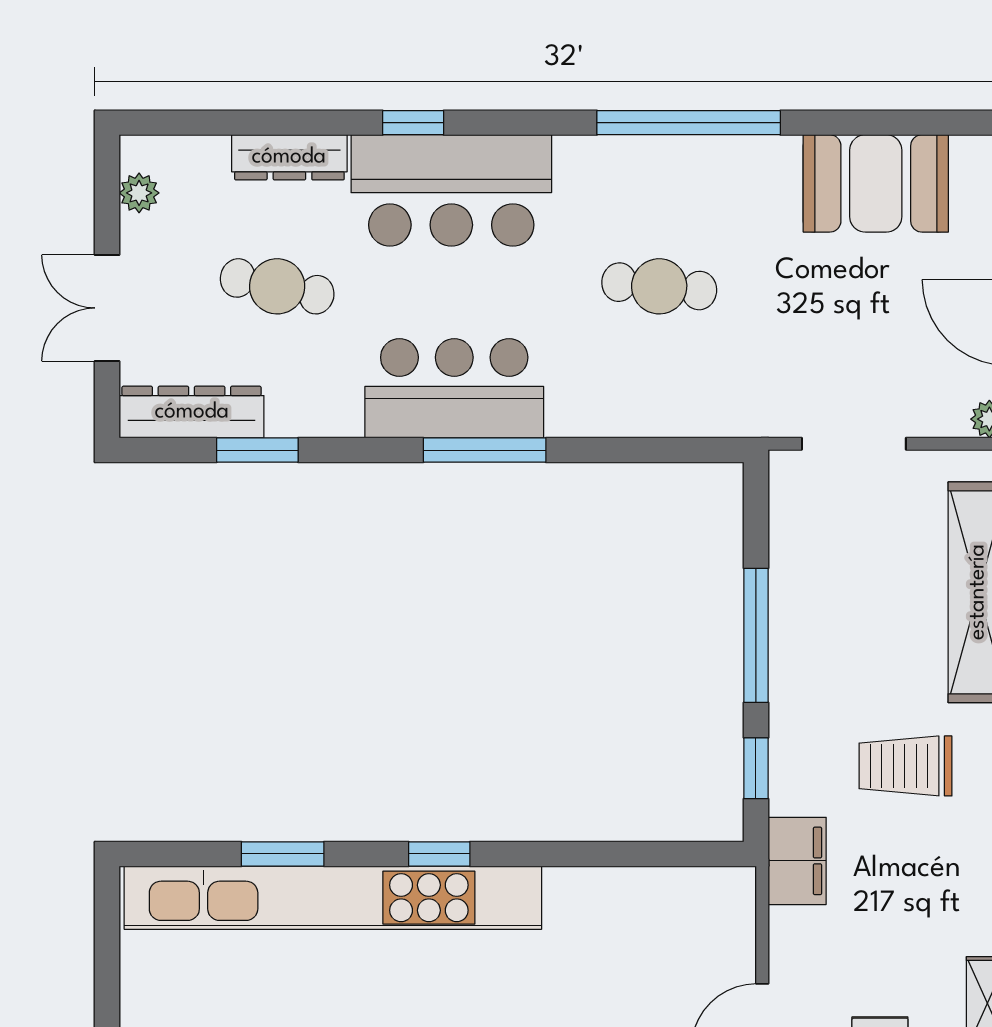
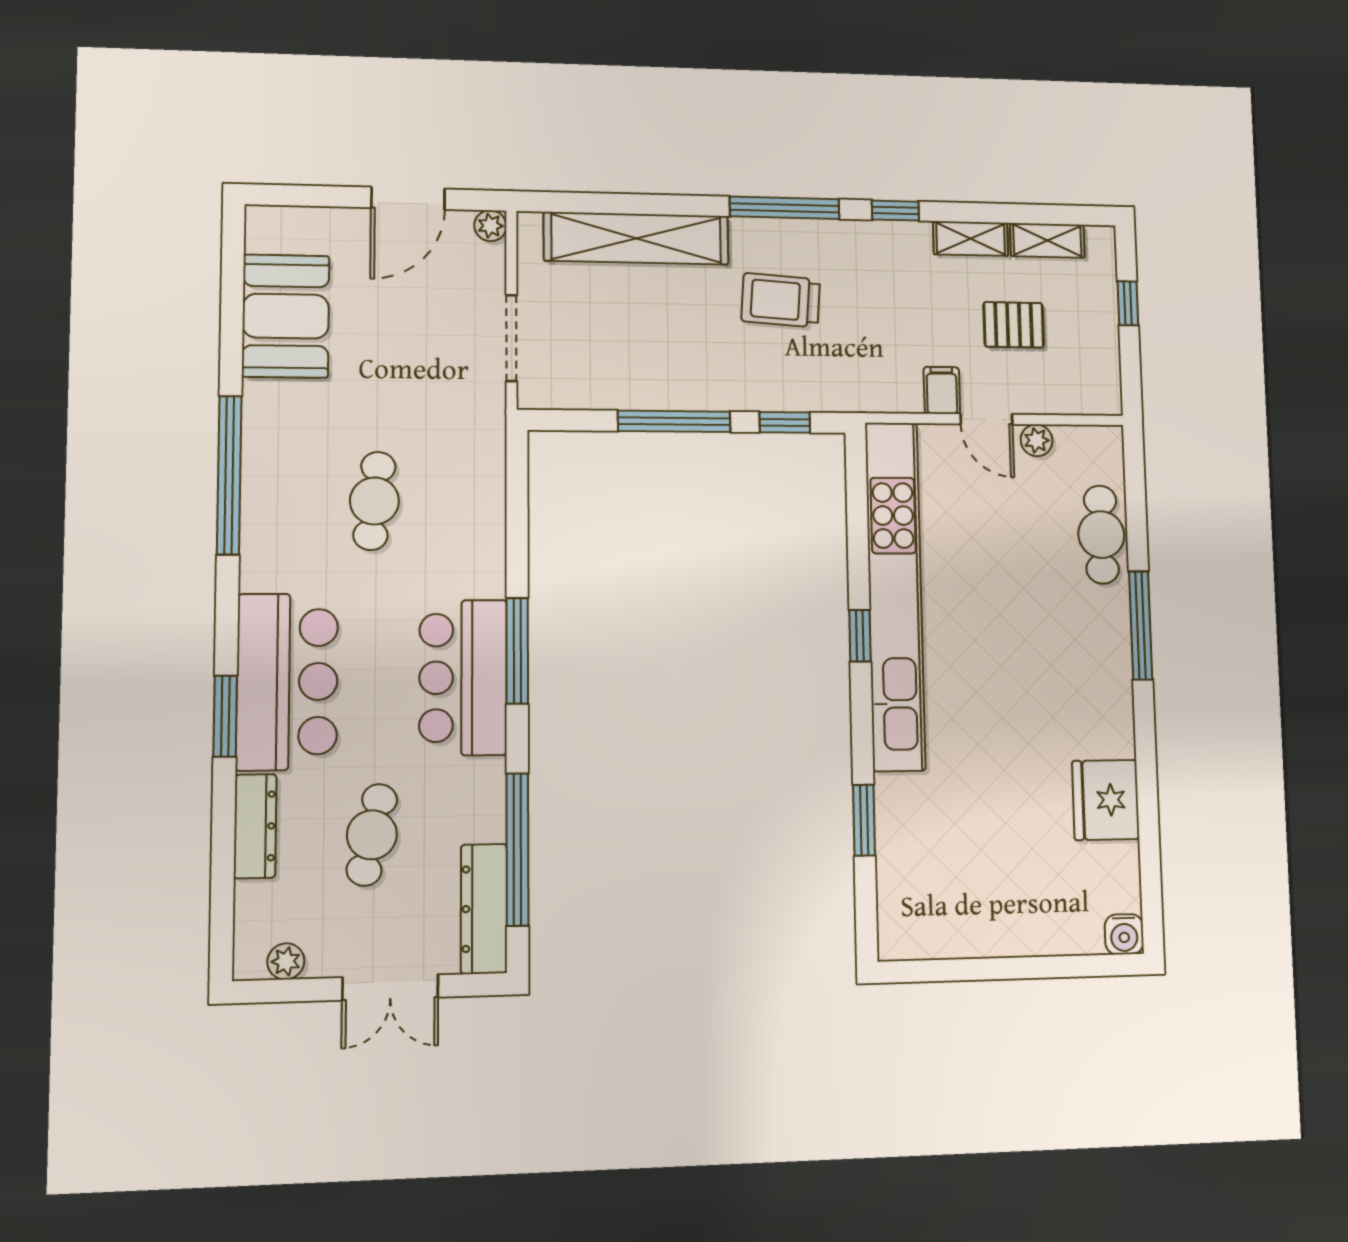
window: (413, 123) -> (225, 716), width x1.50
window: (257, 450) -> (517, 849), width x2.11
trolley: (905, 766) -> (781, 300), turned 94
window: (439, 854) -> (860, 636), moved
filing cabinet: (797, 861) -> (942, 390), moved, width x0.50
kitchen unit: (333, 898) -> (895, 595), moved

